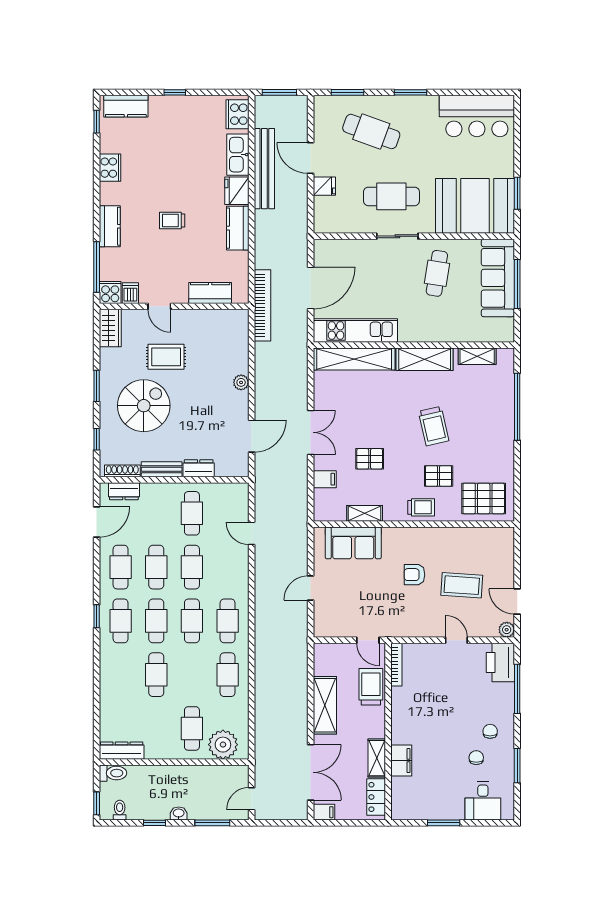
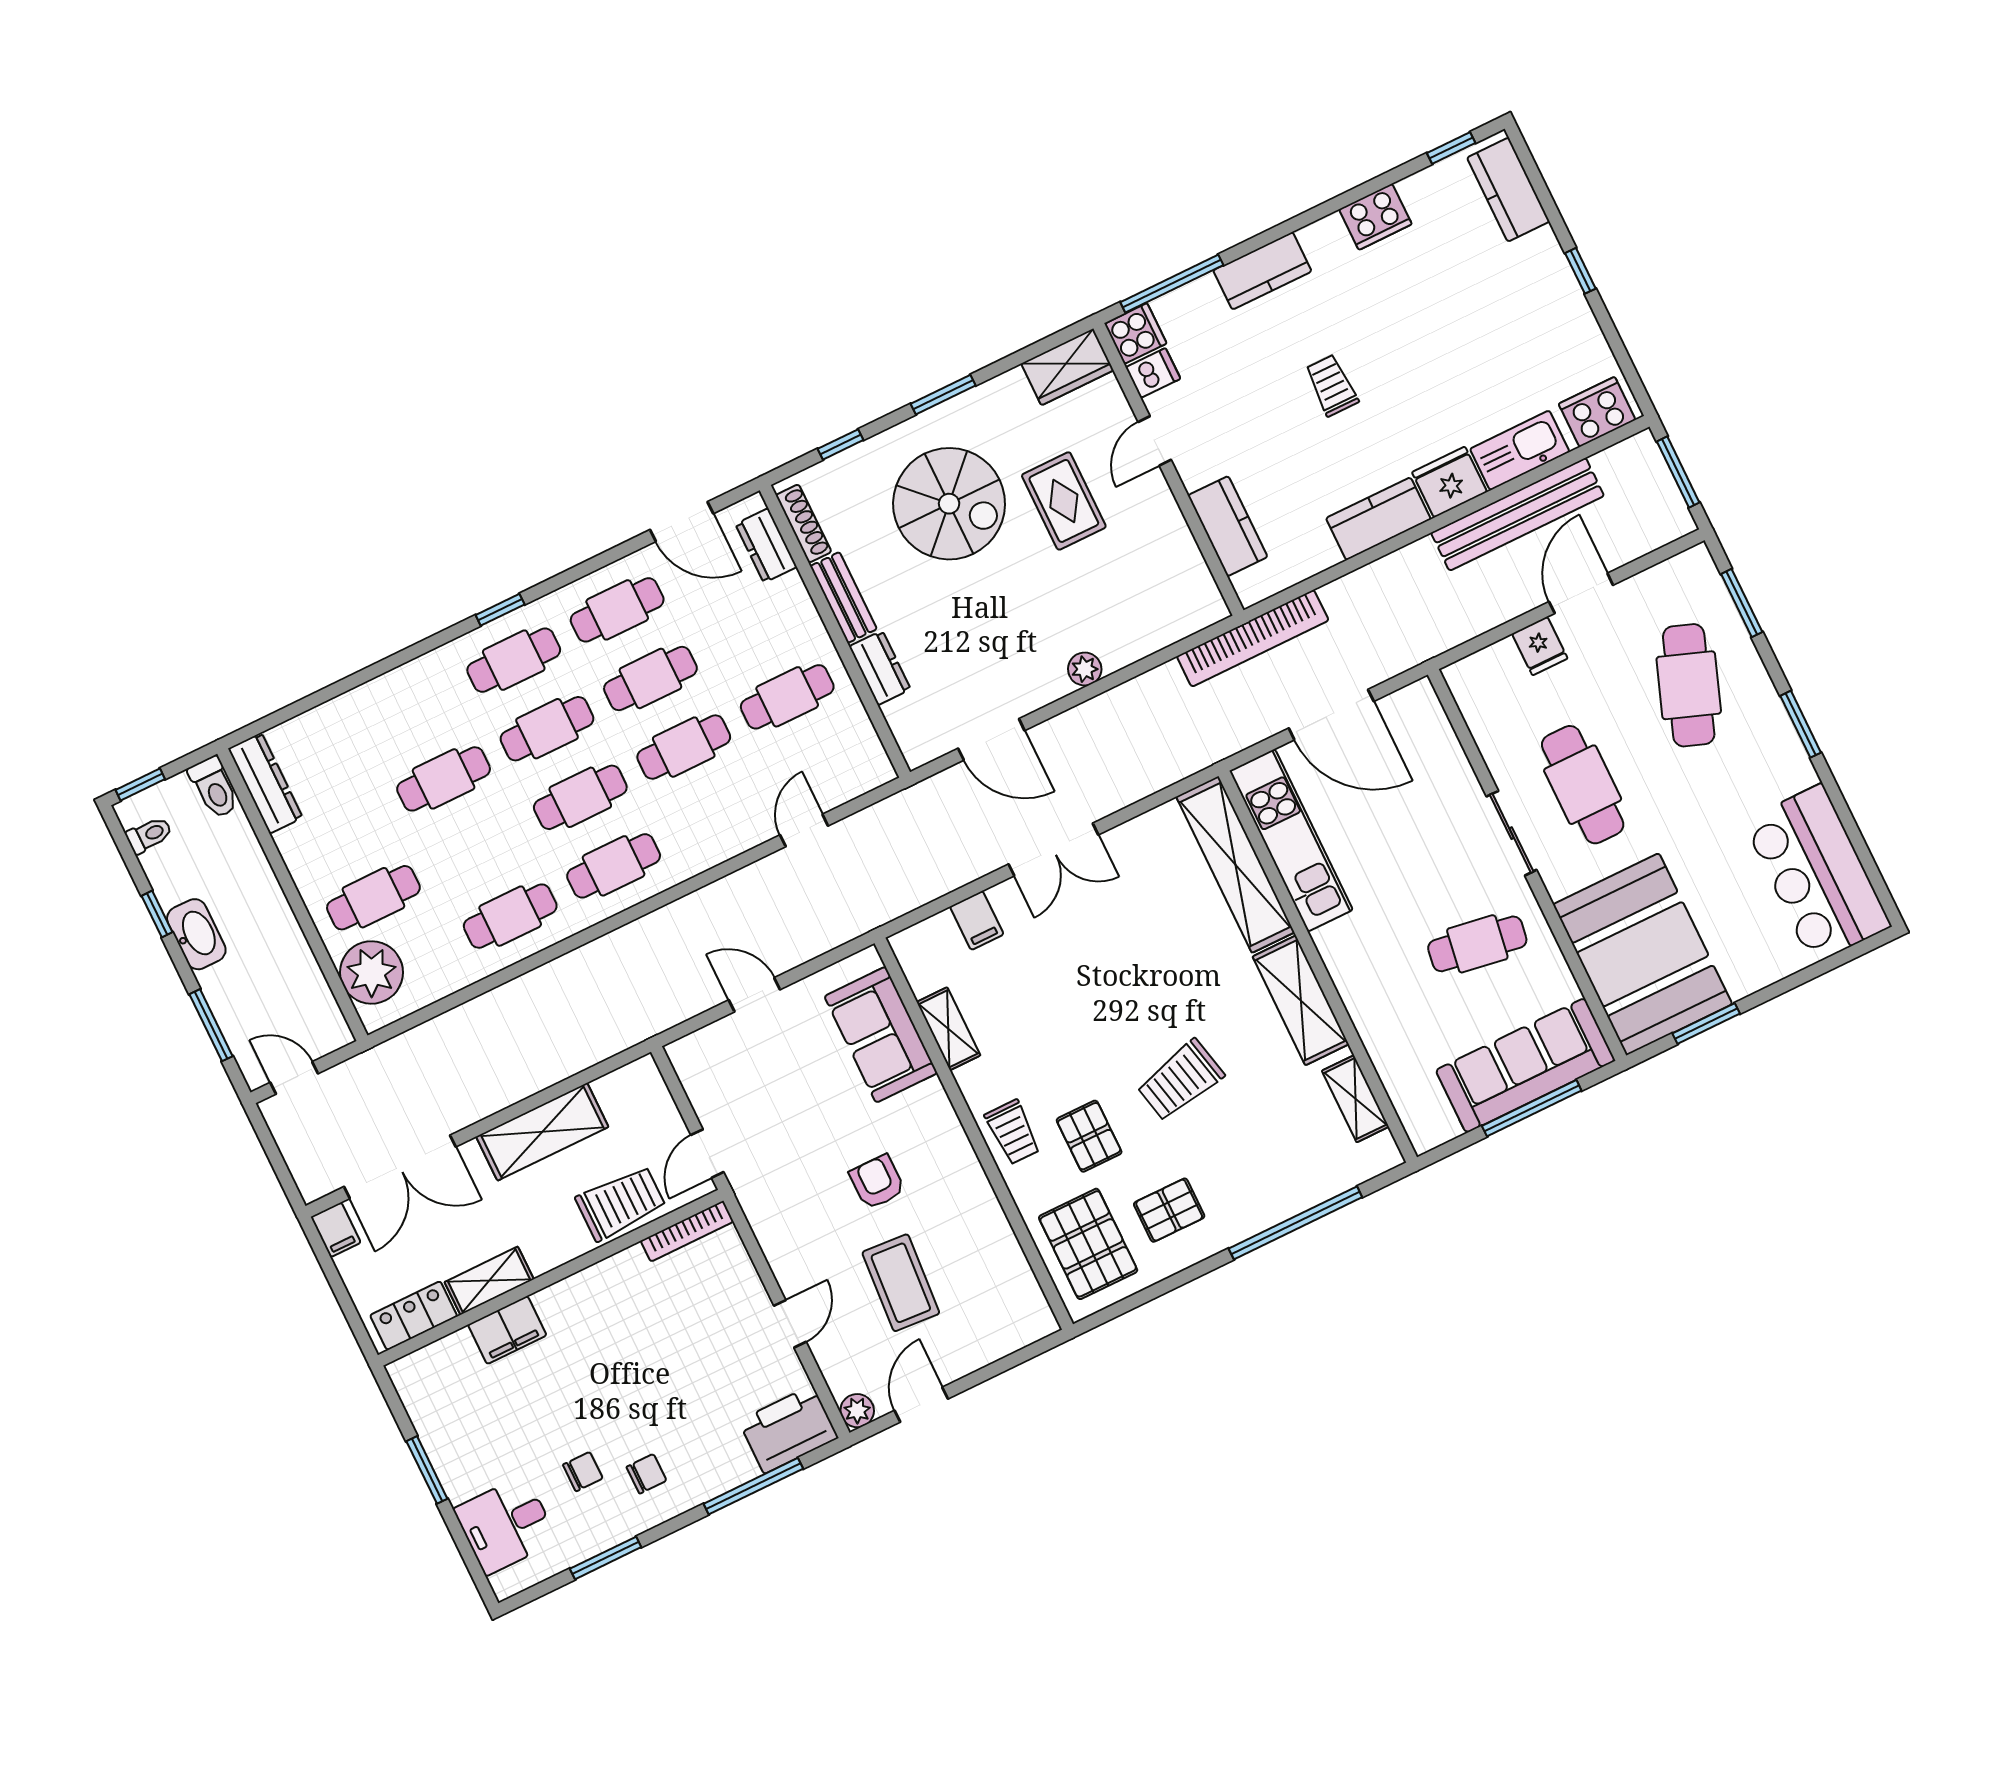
pallet: (370, 459) -> (1169, 1210), moved, turned 90
washbasin: (179, 813) -> (196, 934), width x1.91, depth x1.45

